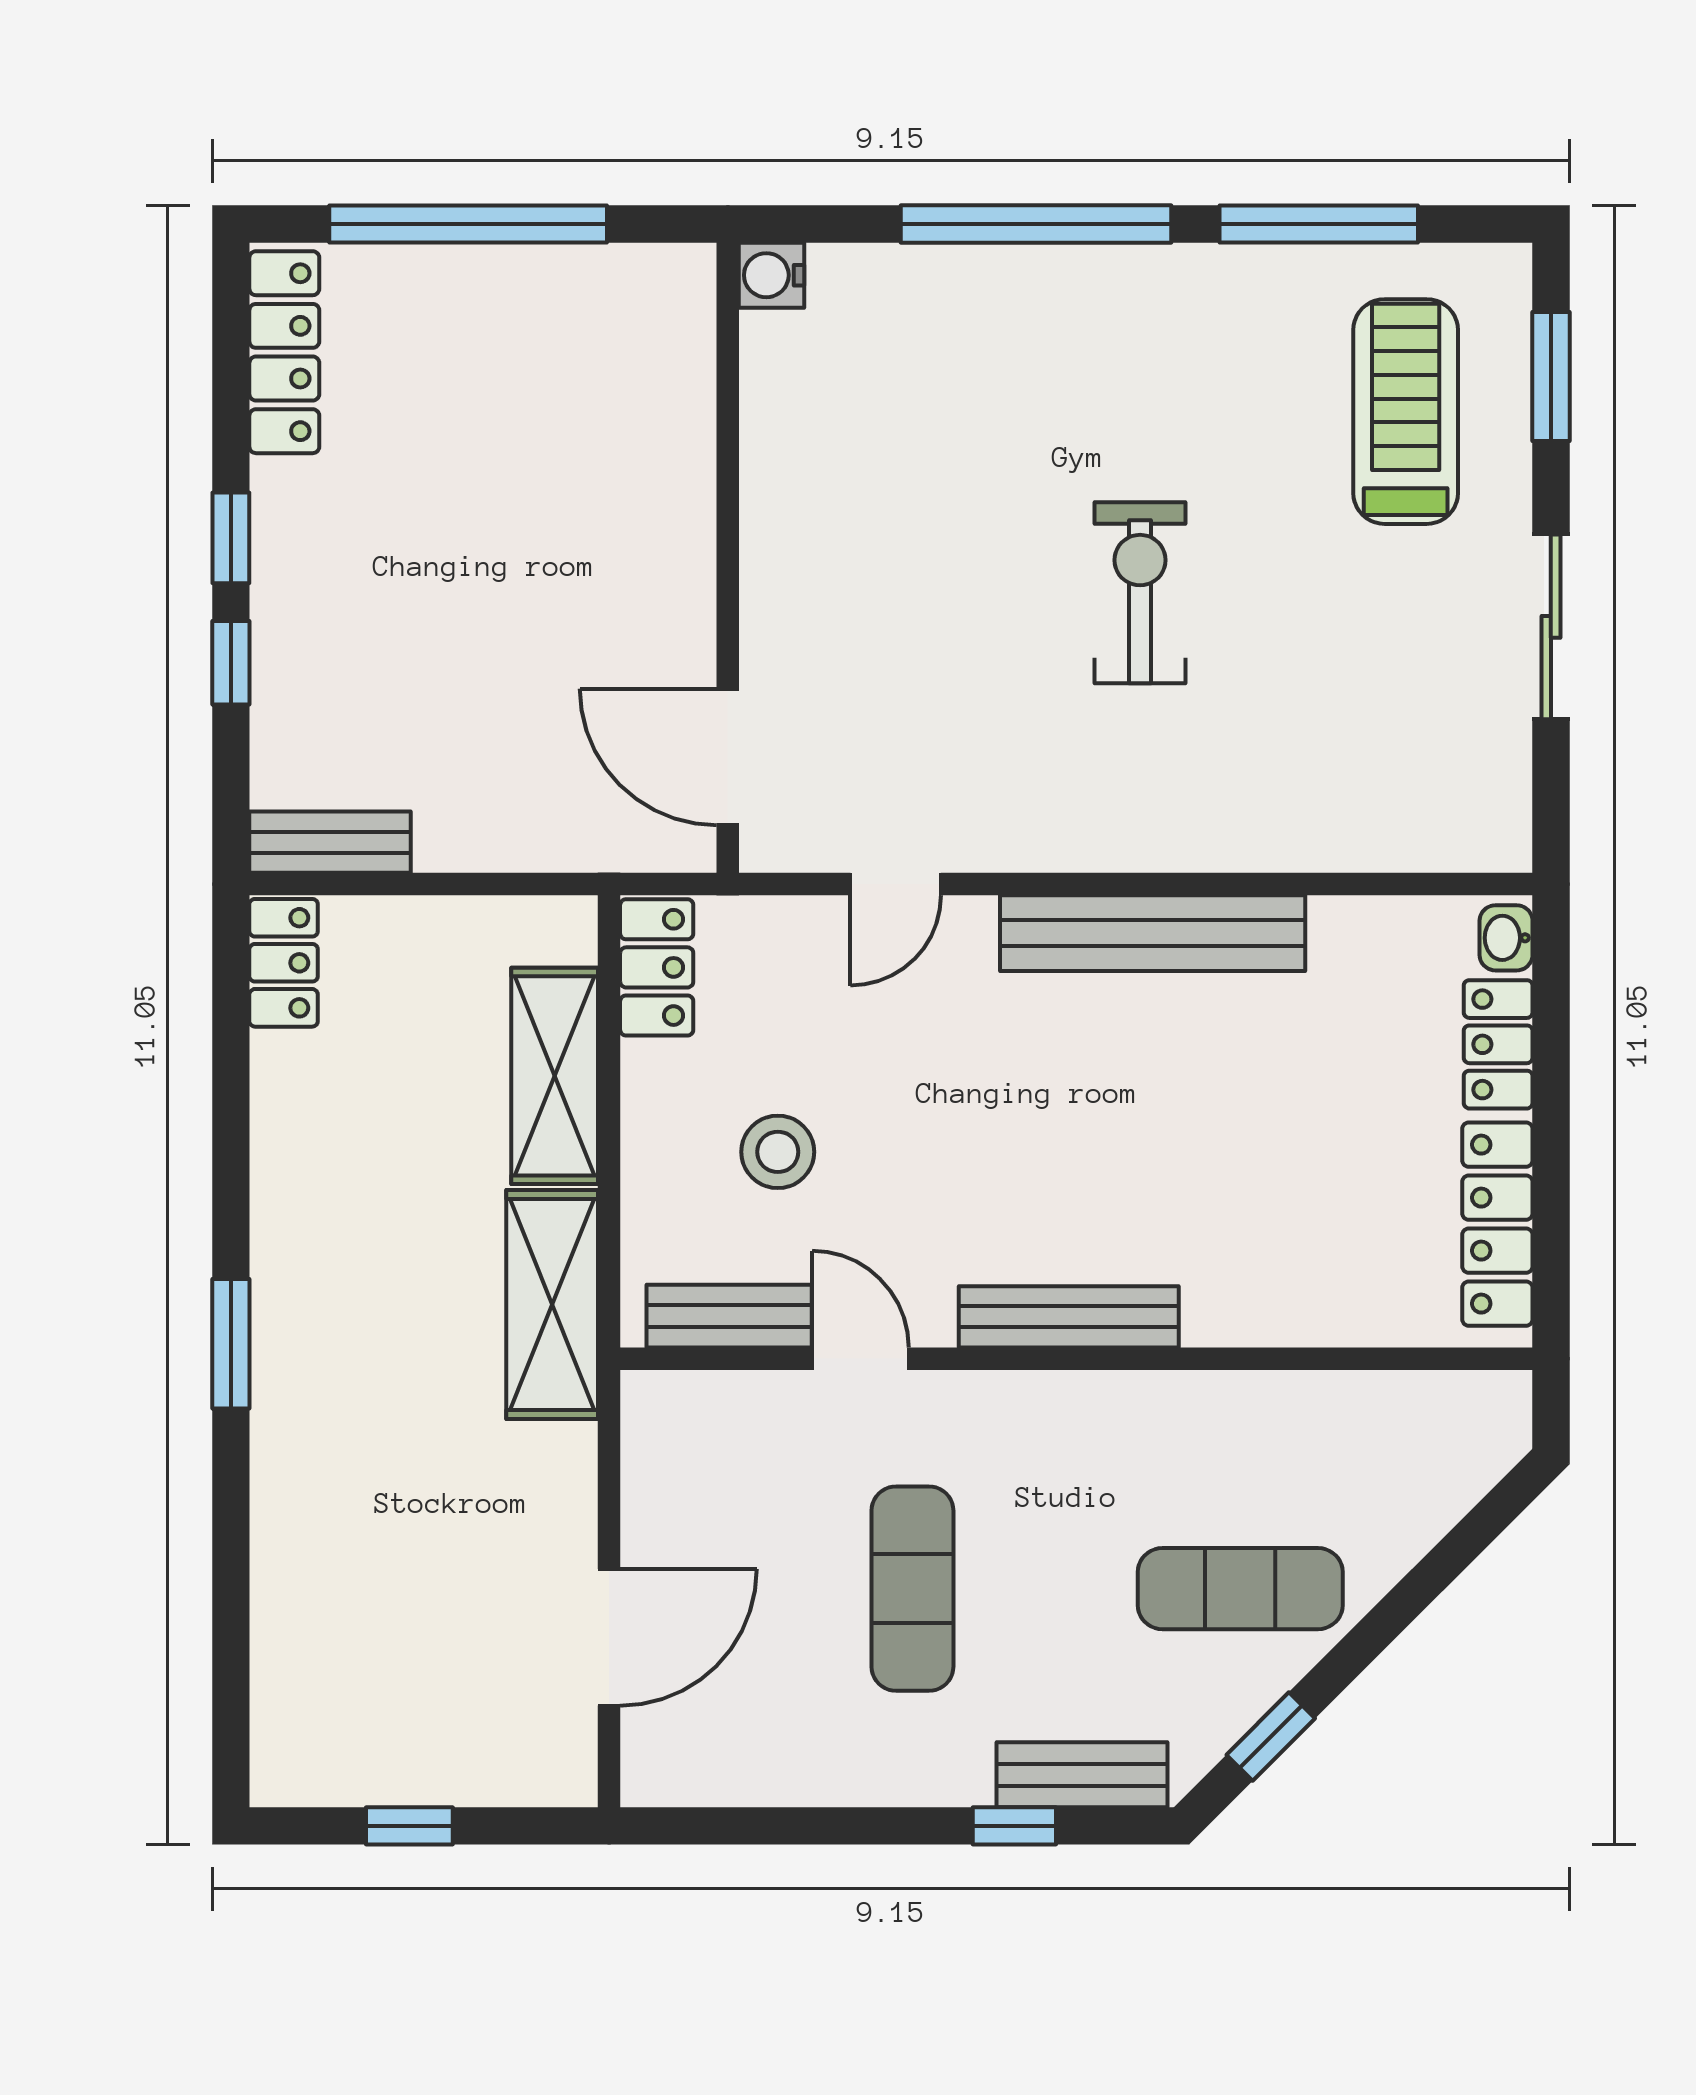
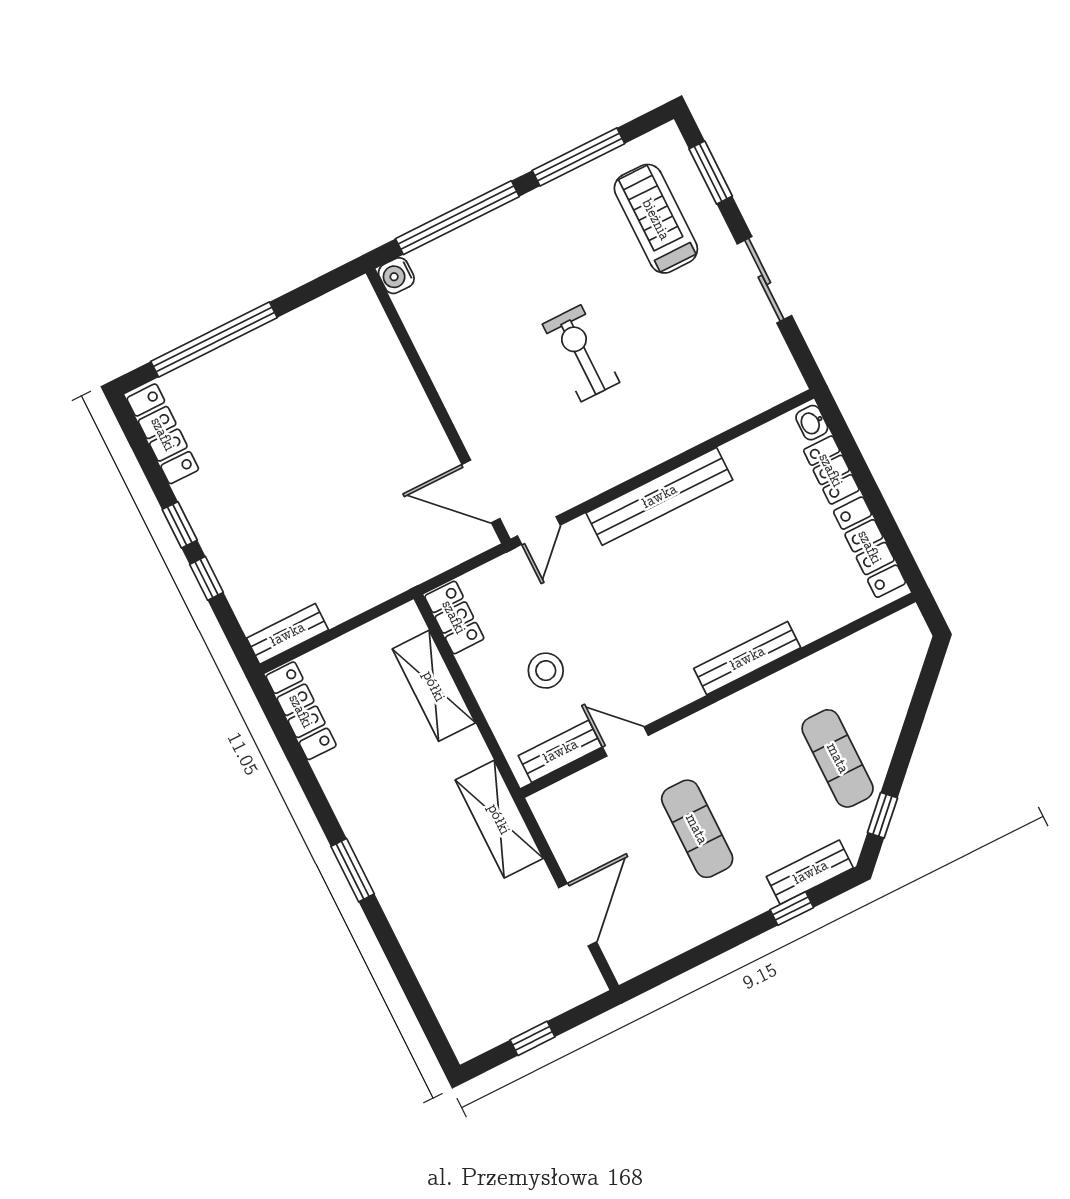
water cooler: (772, 275) -> (396, 276), moved
wall: (728, 558) -> (438, 406), moved
door: (728, 757) -> (481, 491), moved
locker: (284, 963) -> (301, 711), width x1.53
shelving: (552, 1305) -> (499, 819), moved
bench: (1069, 1317) -> (747, 658), moved
exercise mat: (1240, 1589) -> (838, 758), turned 90

